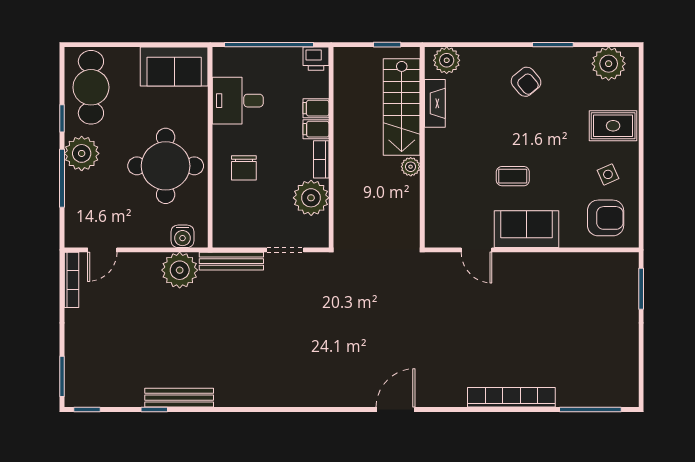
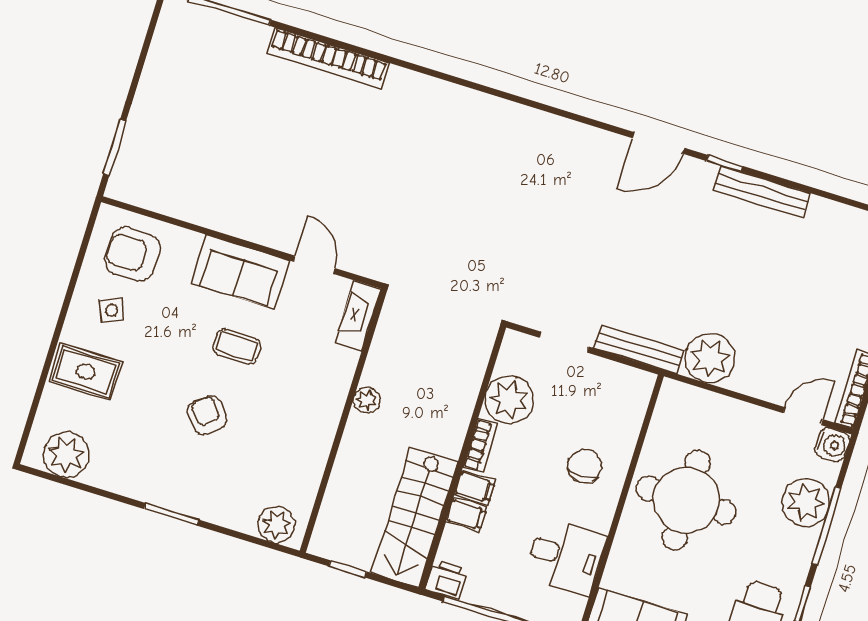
window: (553, 45) -> (171, 514), moved
armchair: (526, 82) -> (207, 415), moved
fireplace: (435, 103) -> (358, 316), moved
stairs: (402, 107) -> (415, 517), moved, turned 180
plant: (82, 153) -> (806, 502), moved
water cooler: (183, 236) -> (832, 445), moved, turned 90
window: (154, 409) -> (725, 163), moved
door: (396, 409) -> (658, 143), moved

